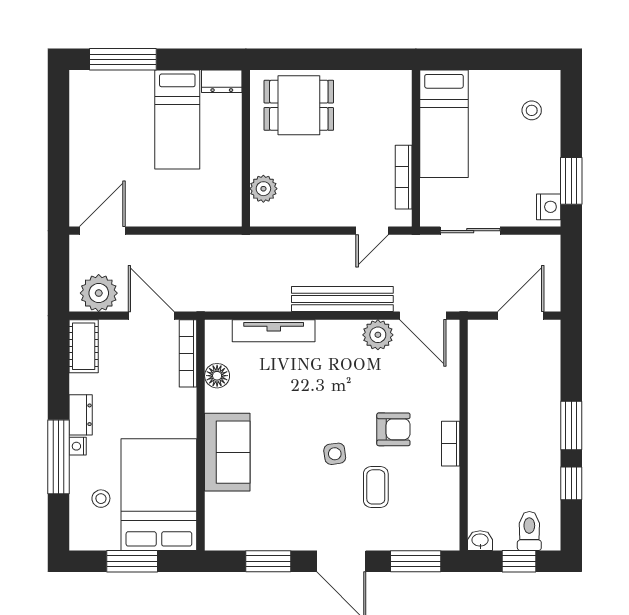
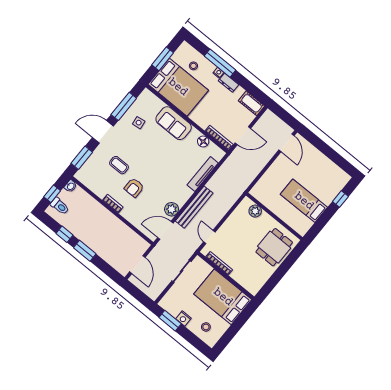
window: (123, 59) -> (340, 199), width x0.46
dresser: (222, 81) -> (305, 227), removed
bed: (444, 124) -> (223, 297), width x1.50
nightstand: (549, 207) -> (183, 318), moved
plant: (99, 293) -> (266, 124), removed
side table: (335, 454) -> (139, 123), moved
window: (268, 561) -> (124, 106), width x1.44

